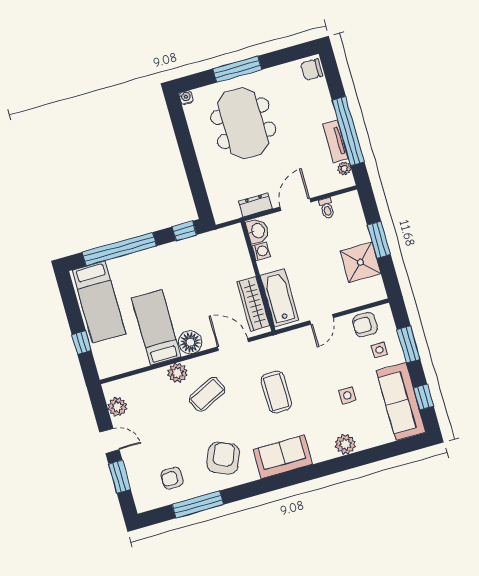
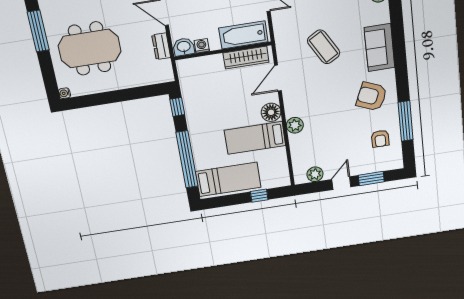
window: (237, 69) -> (38, 31), moved
coffee table: (276, 392) -> (324, 47), turned 60
coffee table: (207, 394) -> (316, 104), removed

